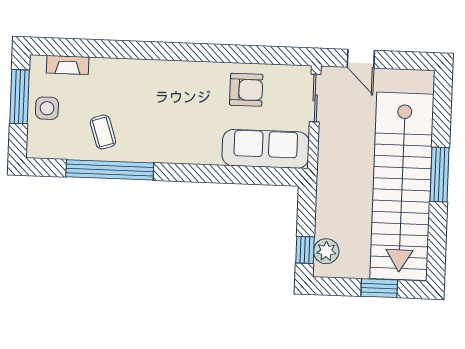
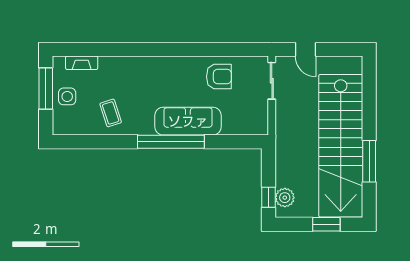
sofa: (266, 149) -> (188, 121), moved
window: (110, 170) -> (171, 142), moved
window: (440, 175) -> (369, 161), moved

